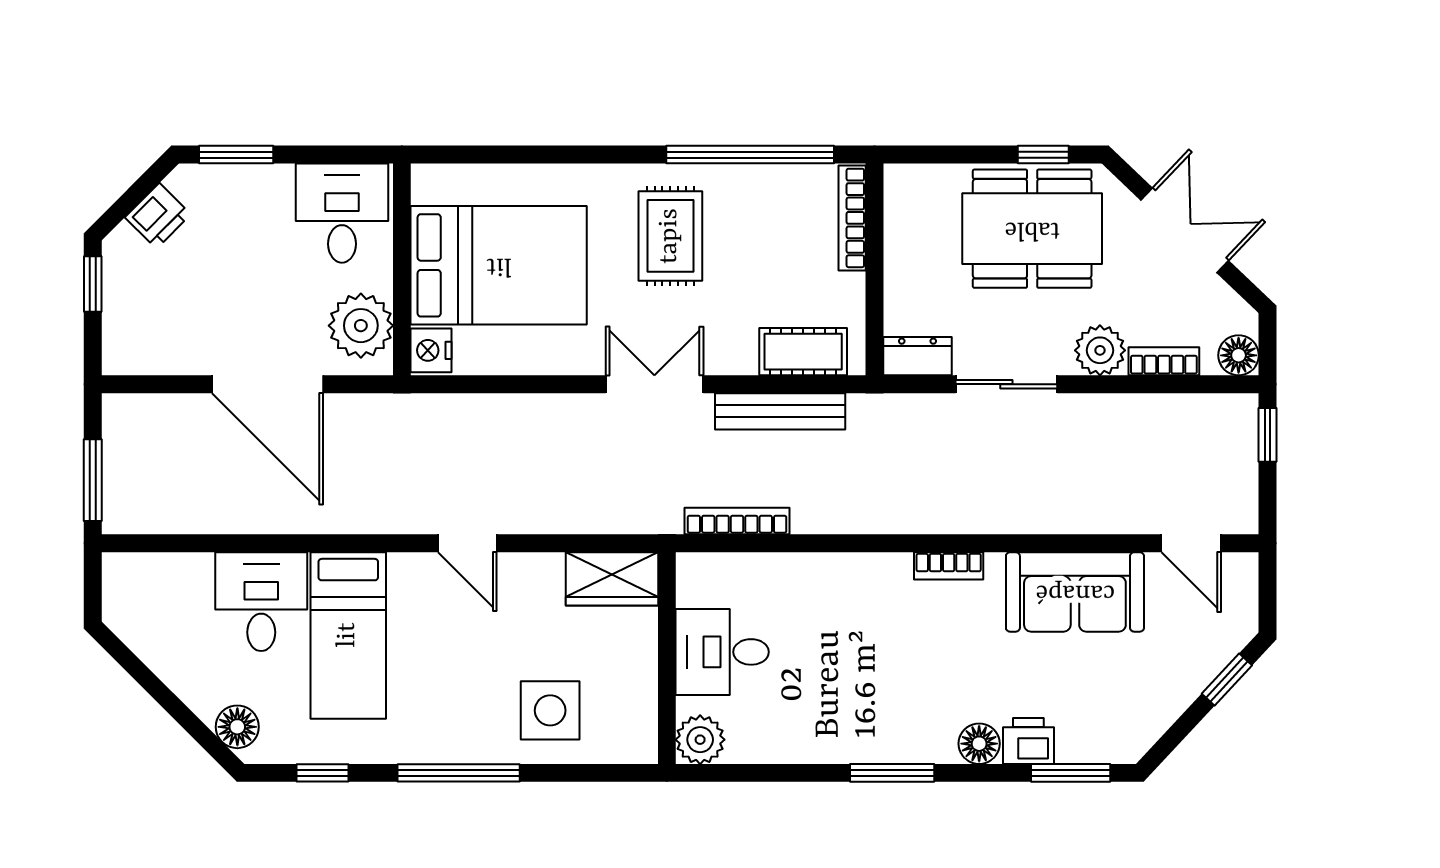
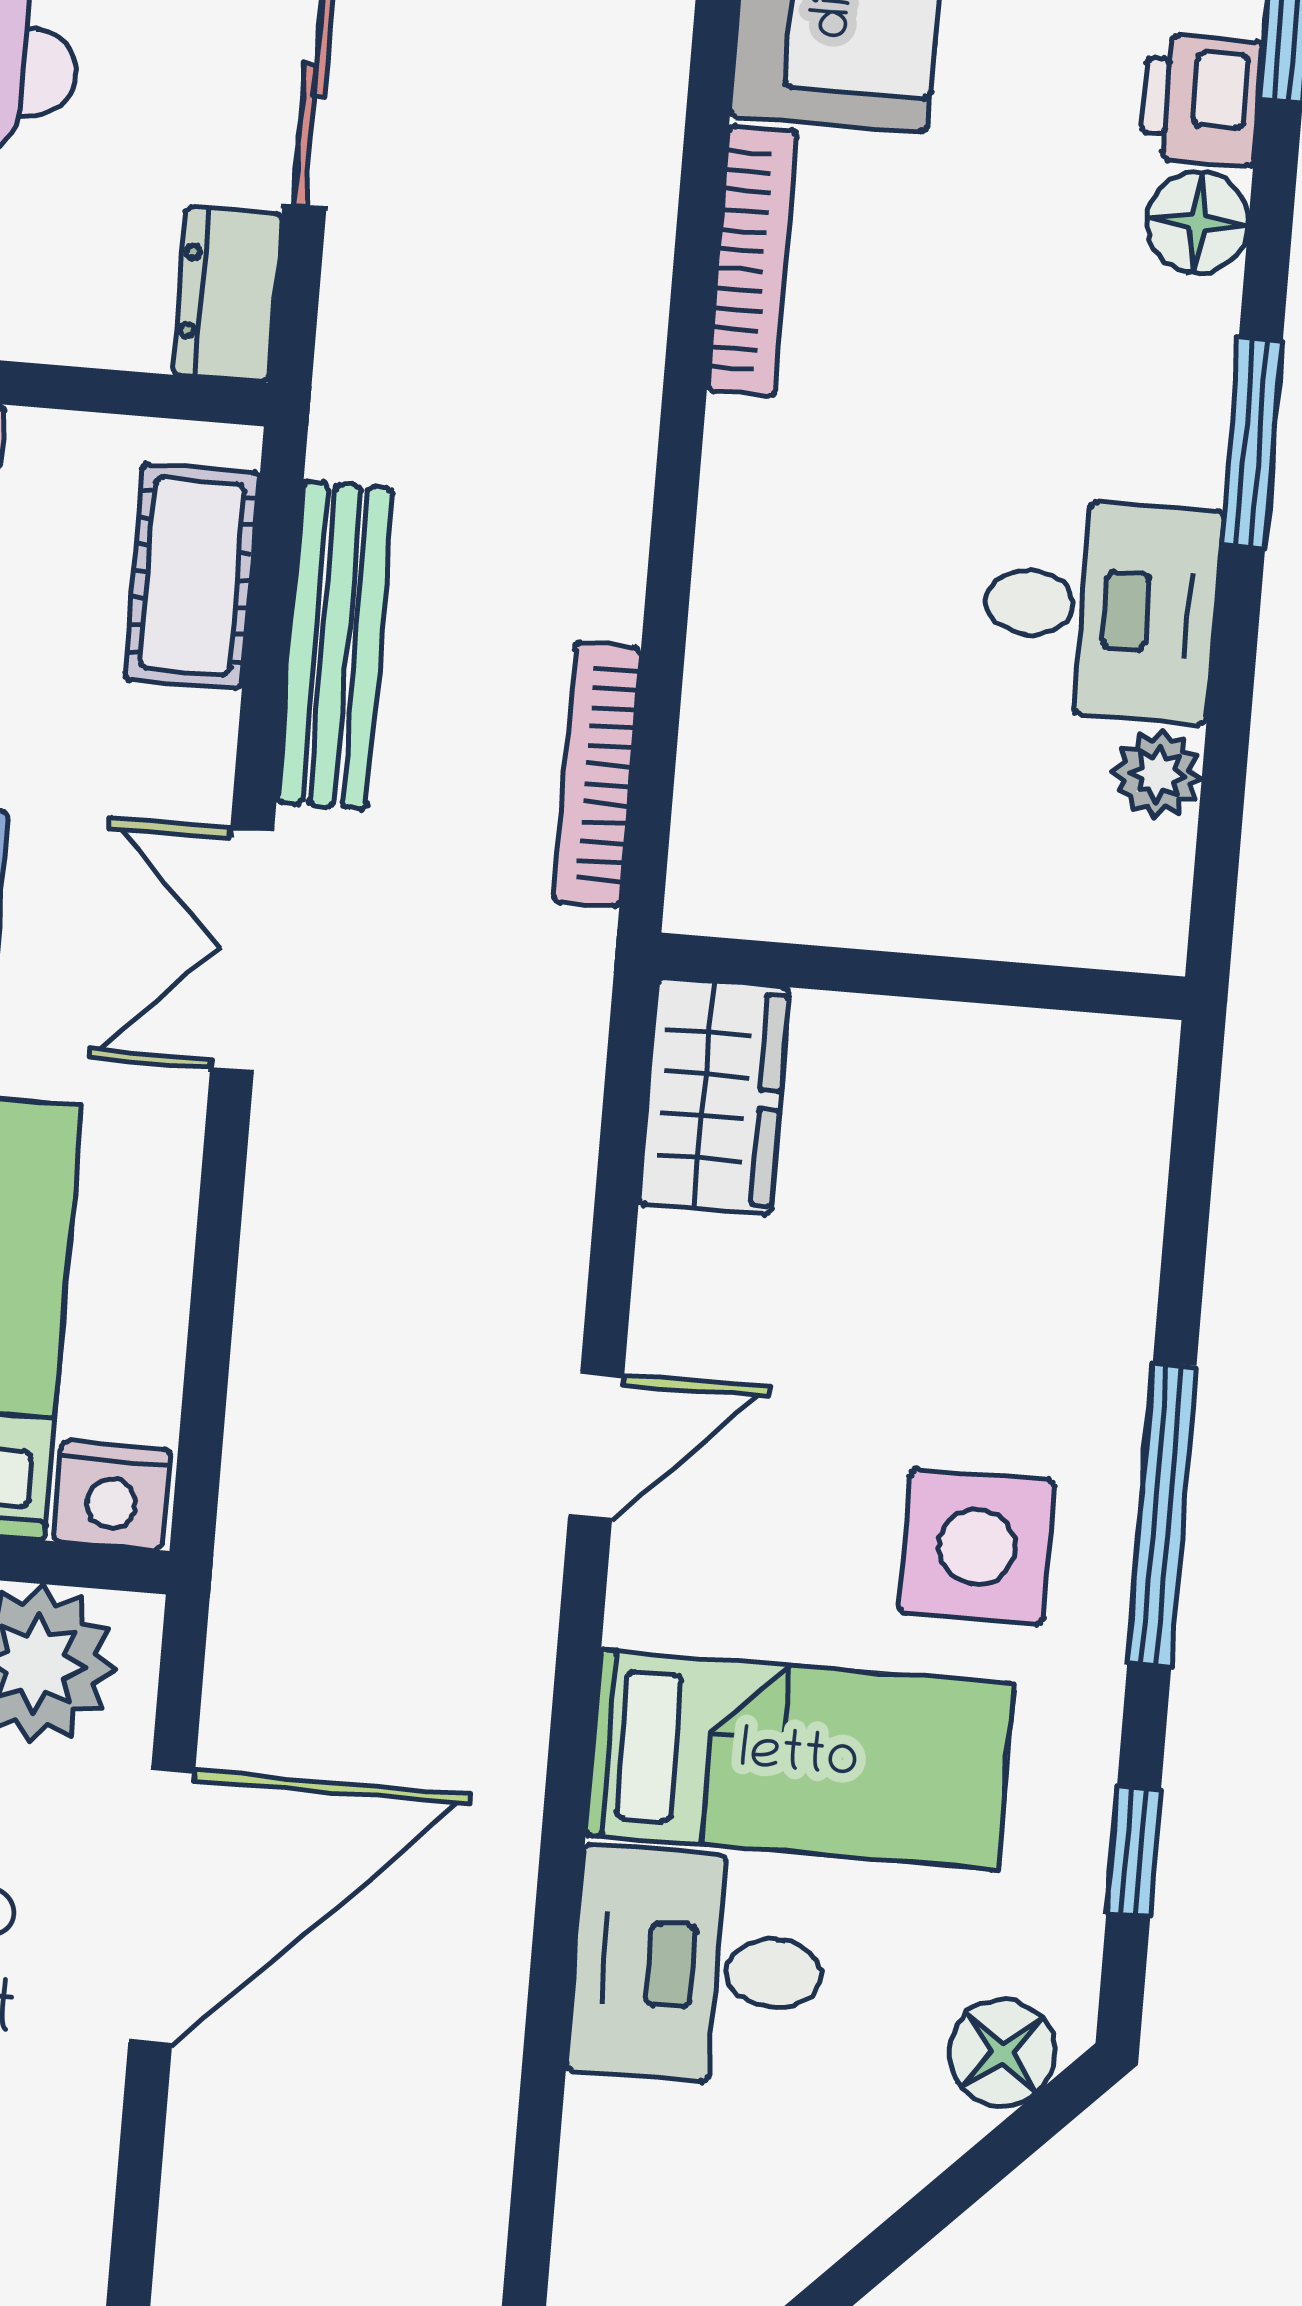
bookcase: (949, 566) -> (752, 261), width x1.56
desk: (722, 652) -> (1100, 609), moved, turned -90
side table: (550, 710) -> (977, 1547), moved
plant: (700, 740) -> (1158, 774), moved, width x0.73, depth x0.73

